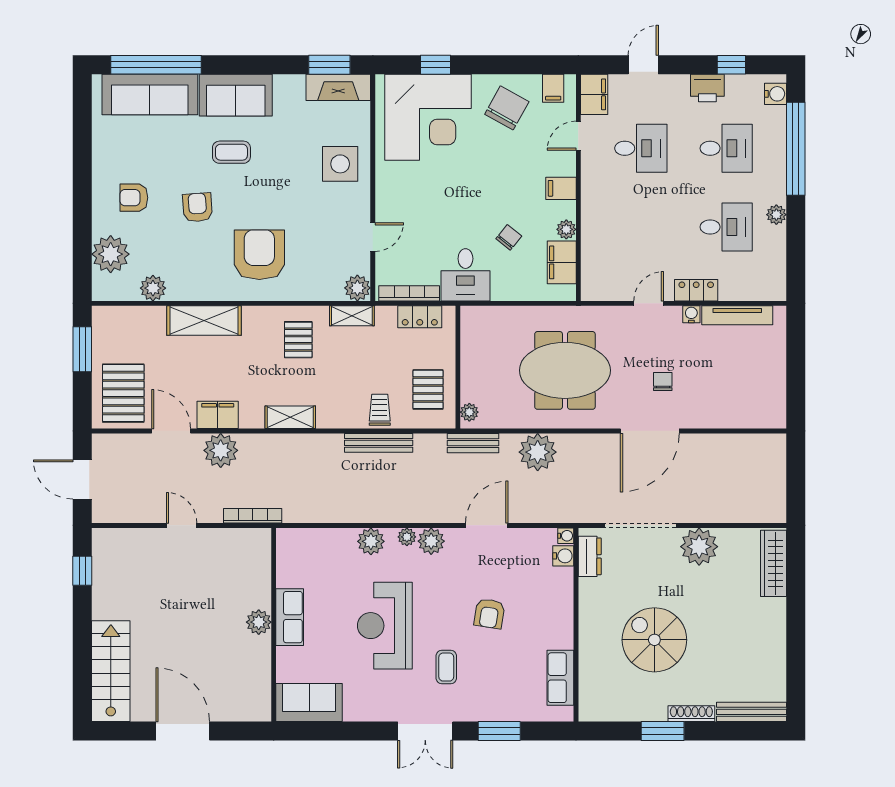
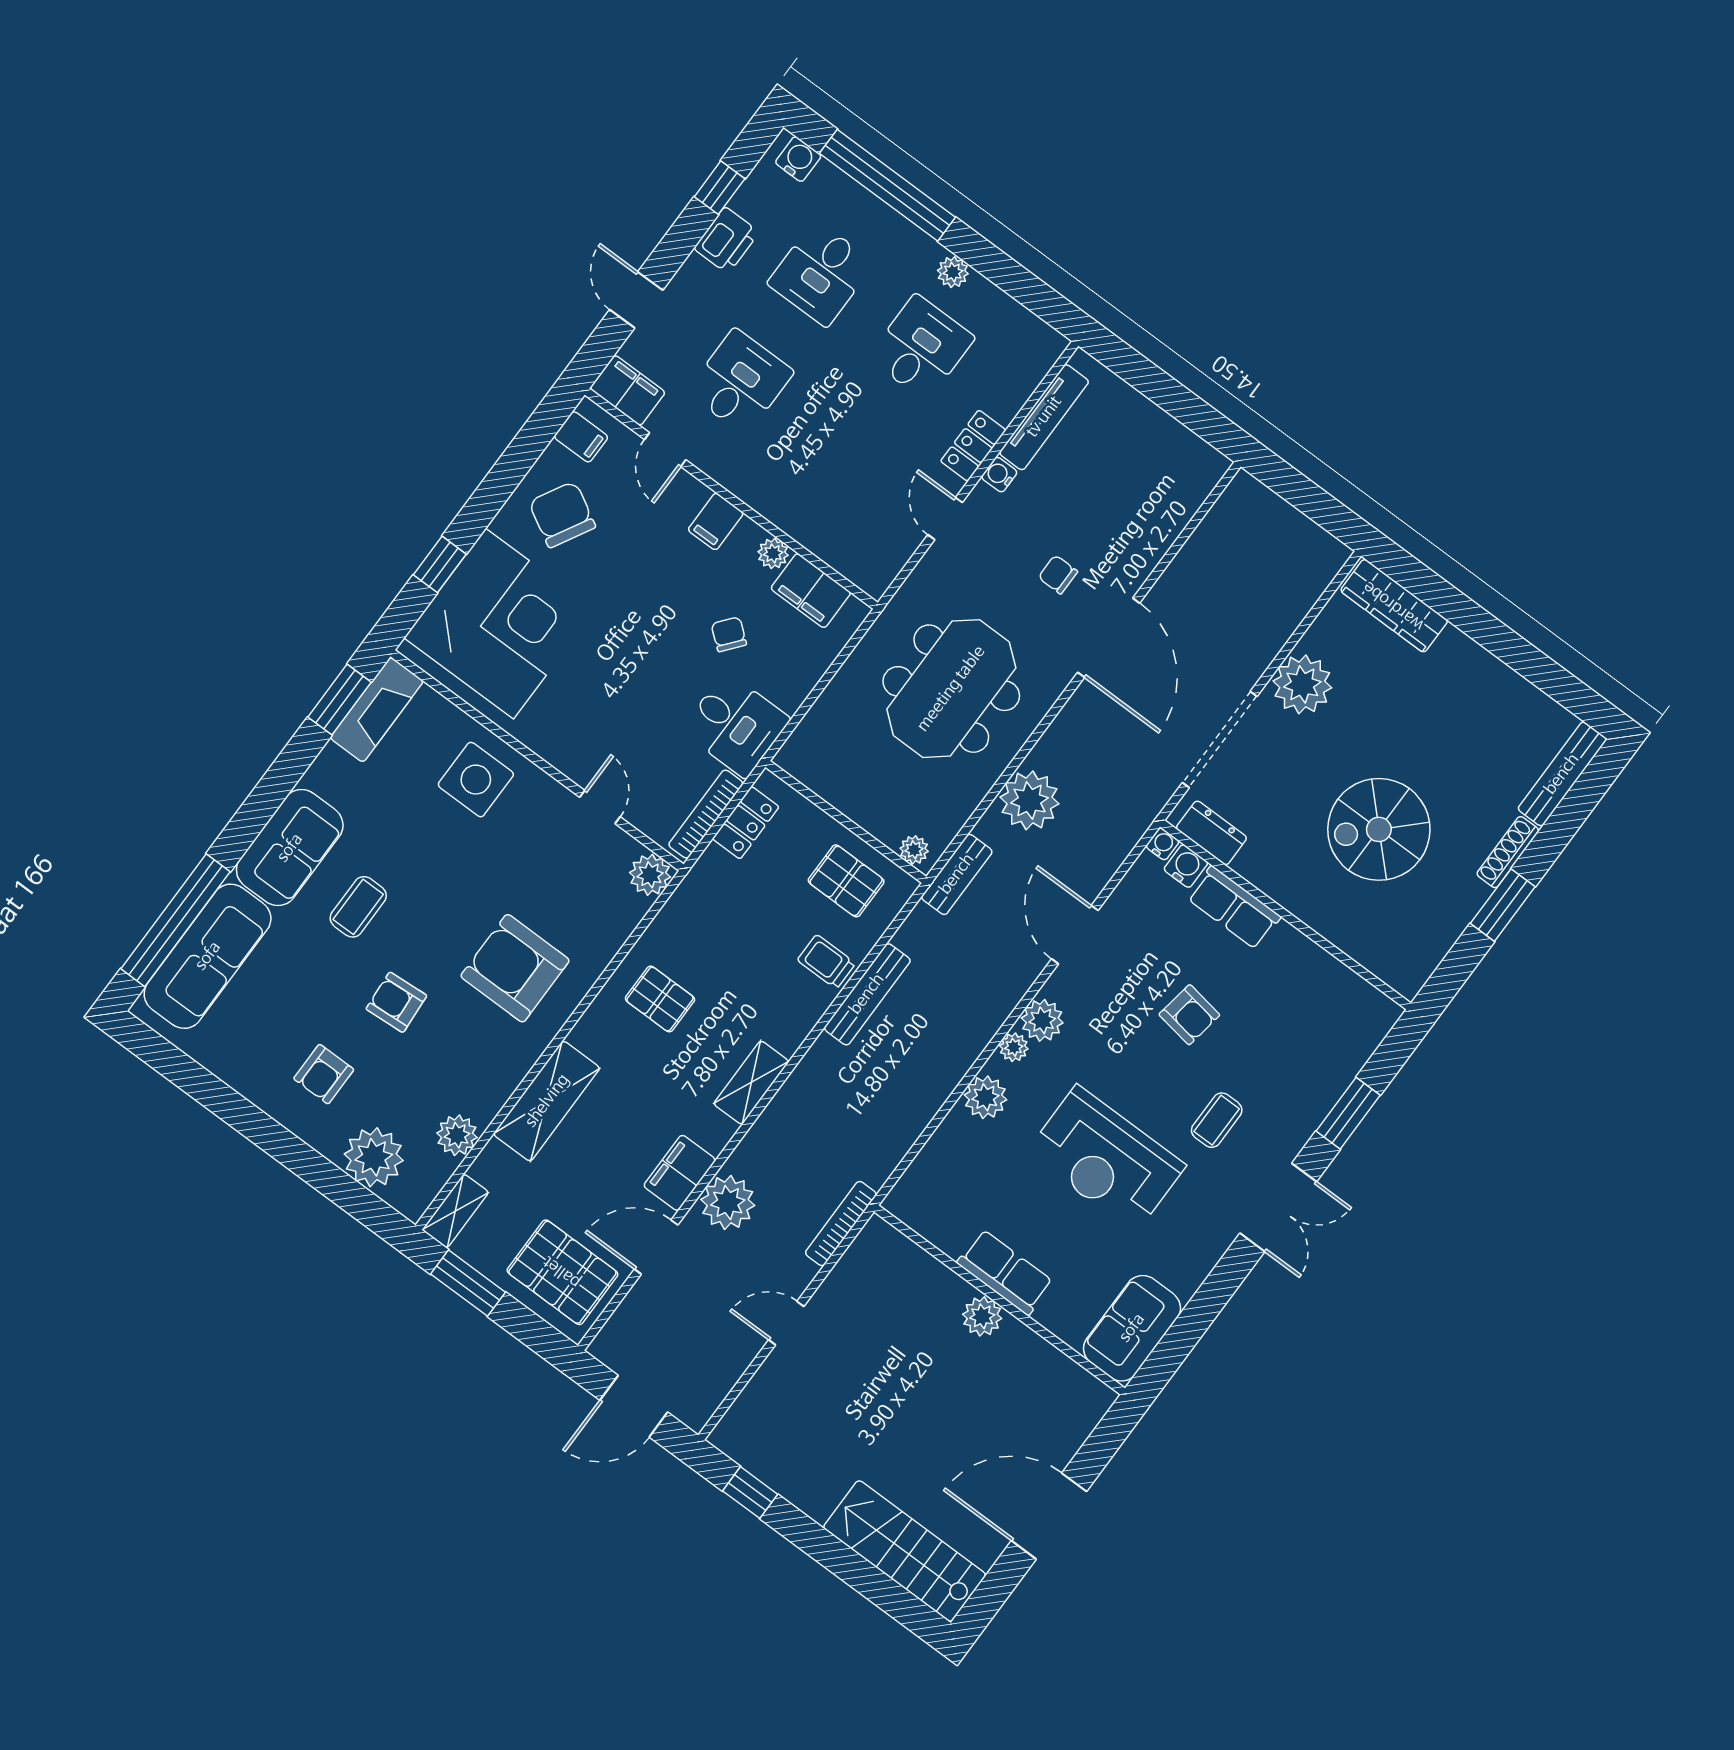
desk: (726, 148) -> (821, 273), turned 180
shelving: (352, 316) -> (455, 1211), moved
coffee table: (446, 667) -> (1217, 1120), turned 90
row of seats: (560, 678) -> (1234, 908), moved

